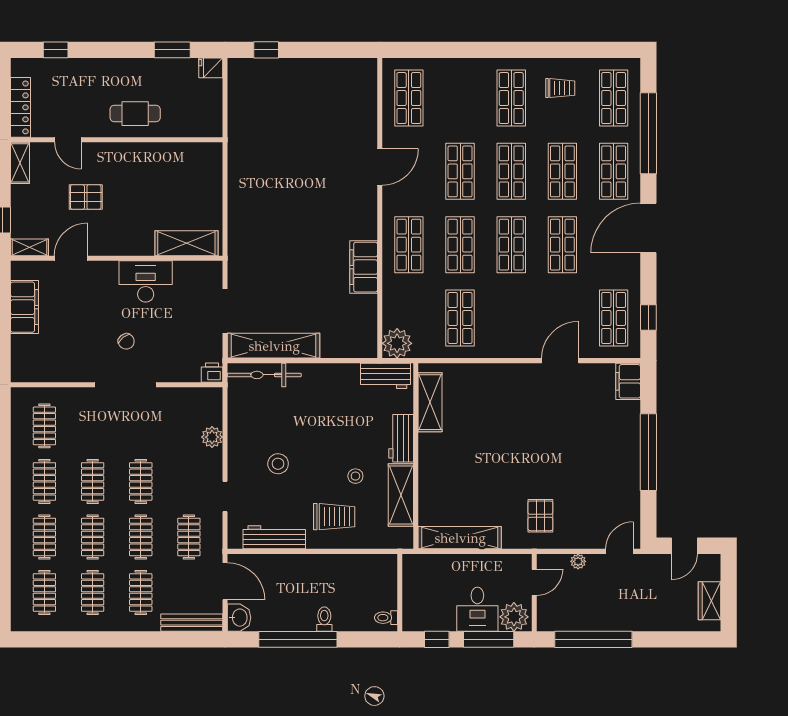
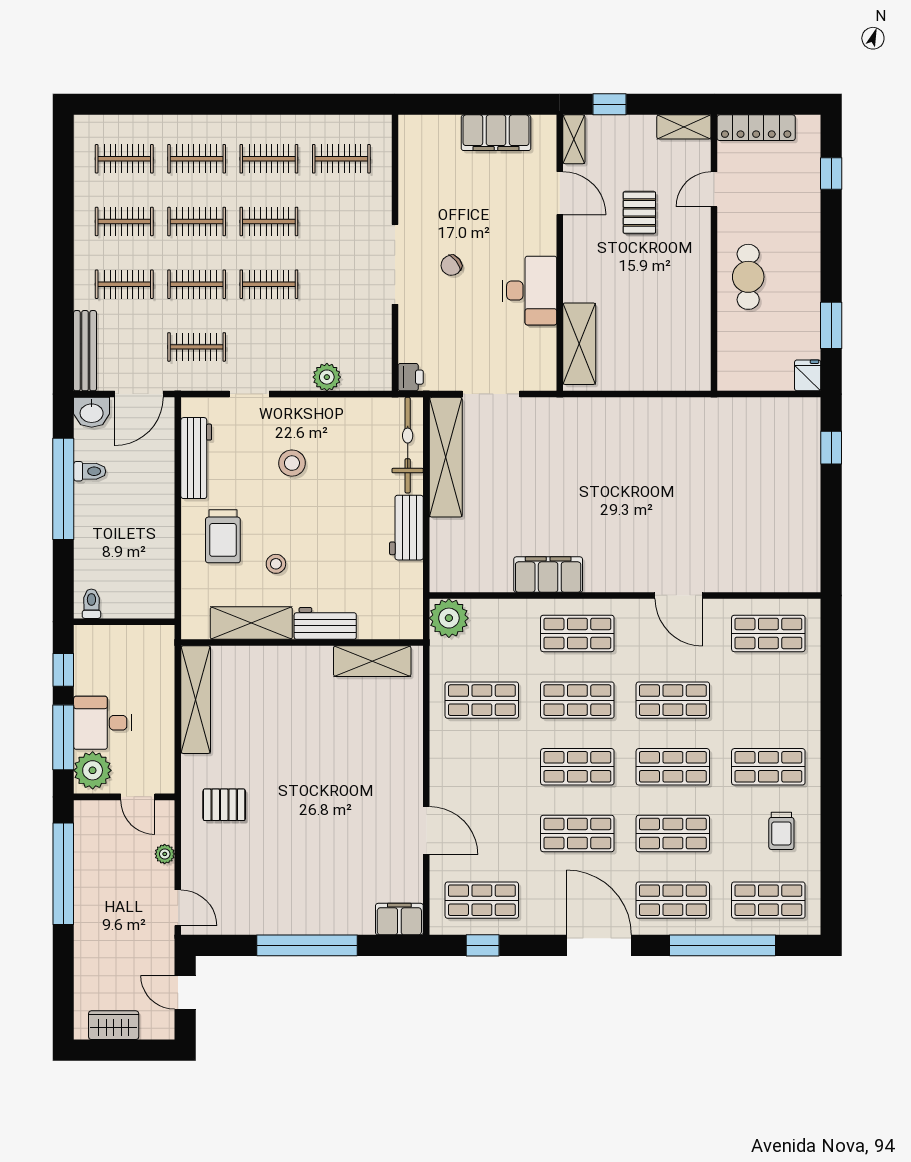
workbench: (386, 376) -> (406, 528), moved
toilet: (324, 619) -> (90, 471), moved

